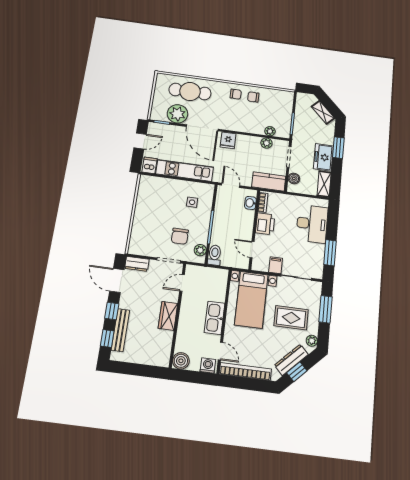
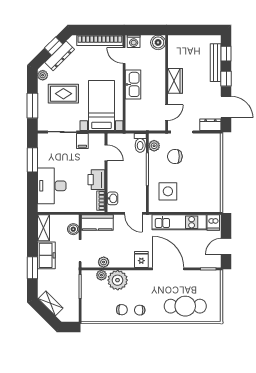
plant: (177, 114) -> (118, 280), moved
side table: (192, 202) -> (168, 191), width x1.87, depth x1.87
chair: (180, 236) -> (175, 156), turned -90

